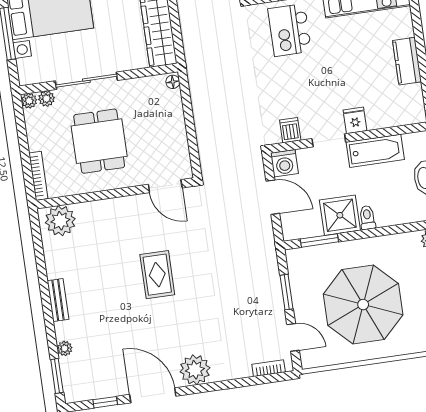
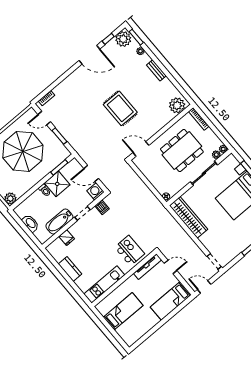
fridge: (355, 120) -> (67, 238), moved
dining table: (99, 141) -> (182, 151), width x1.38
rug: (157, 275) -> (120, 108), width x1.36, depth x1.43
plant: (195, 370) -> (123, 39), moved

